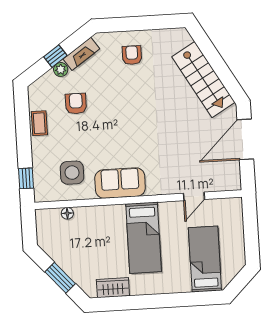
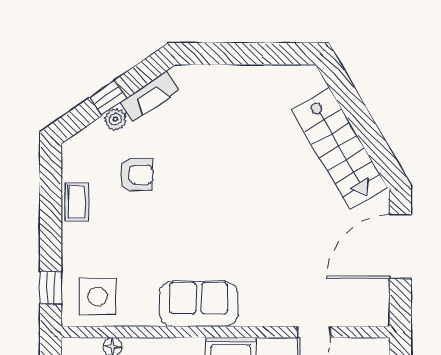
armchair: (132, 55) -> (229, 103), removed
armchair: (76, 104) -> (136, 174), turned 90
side table: (72, 173) -> (98, 296), moved

